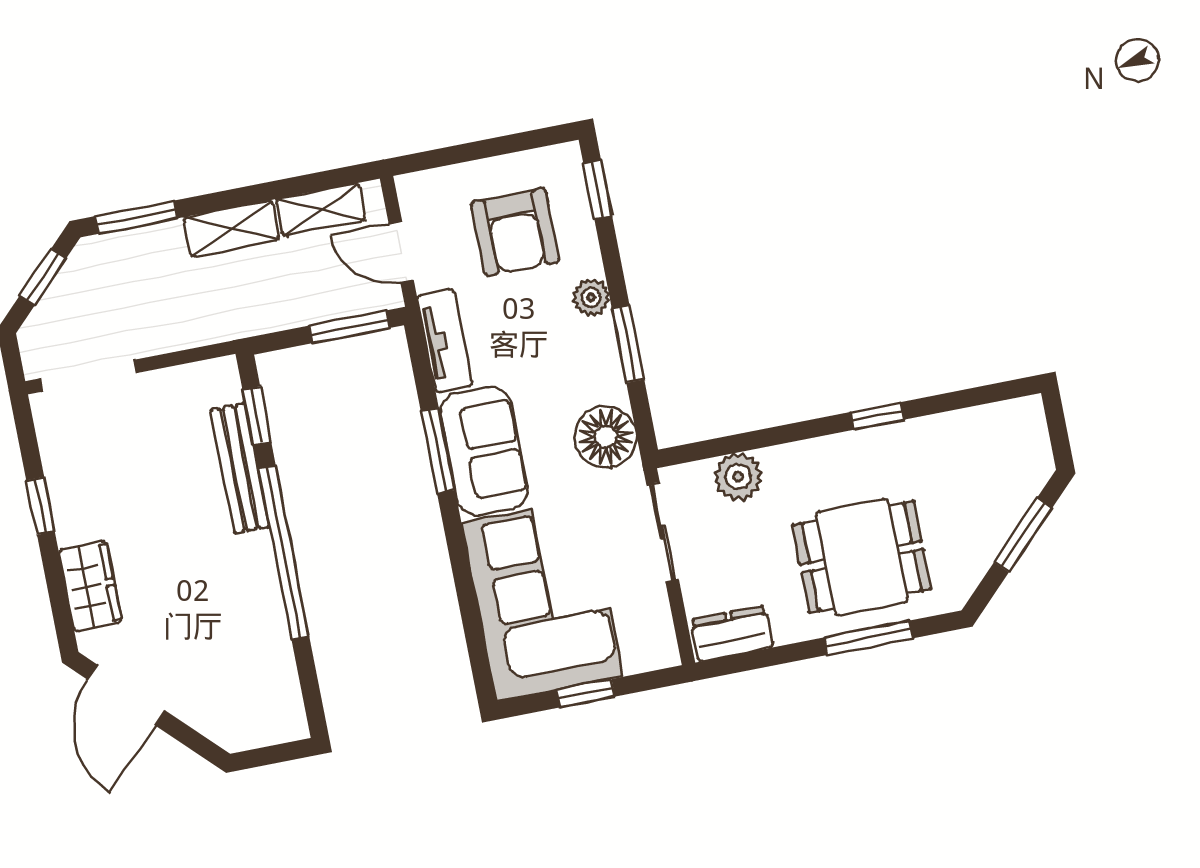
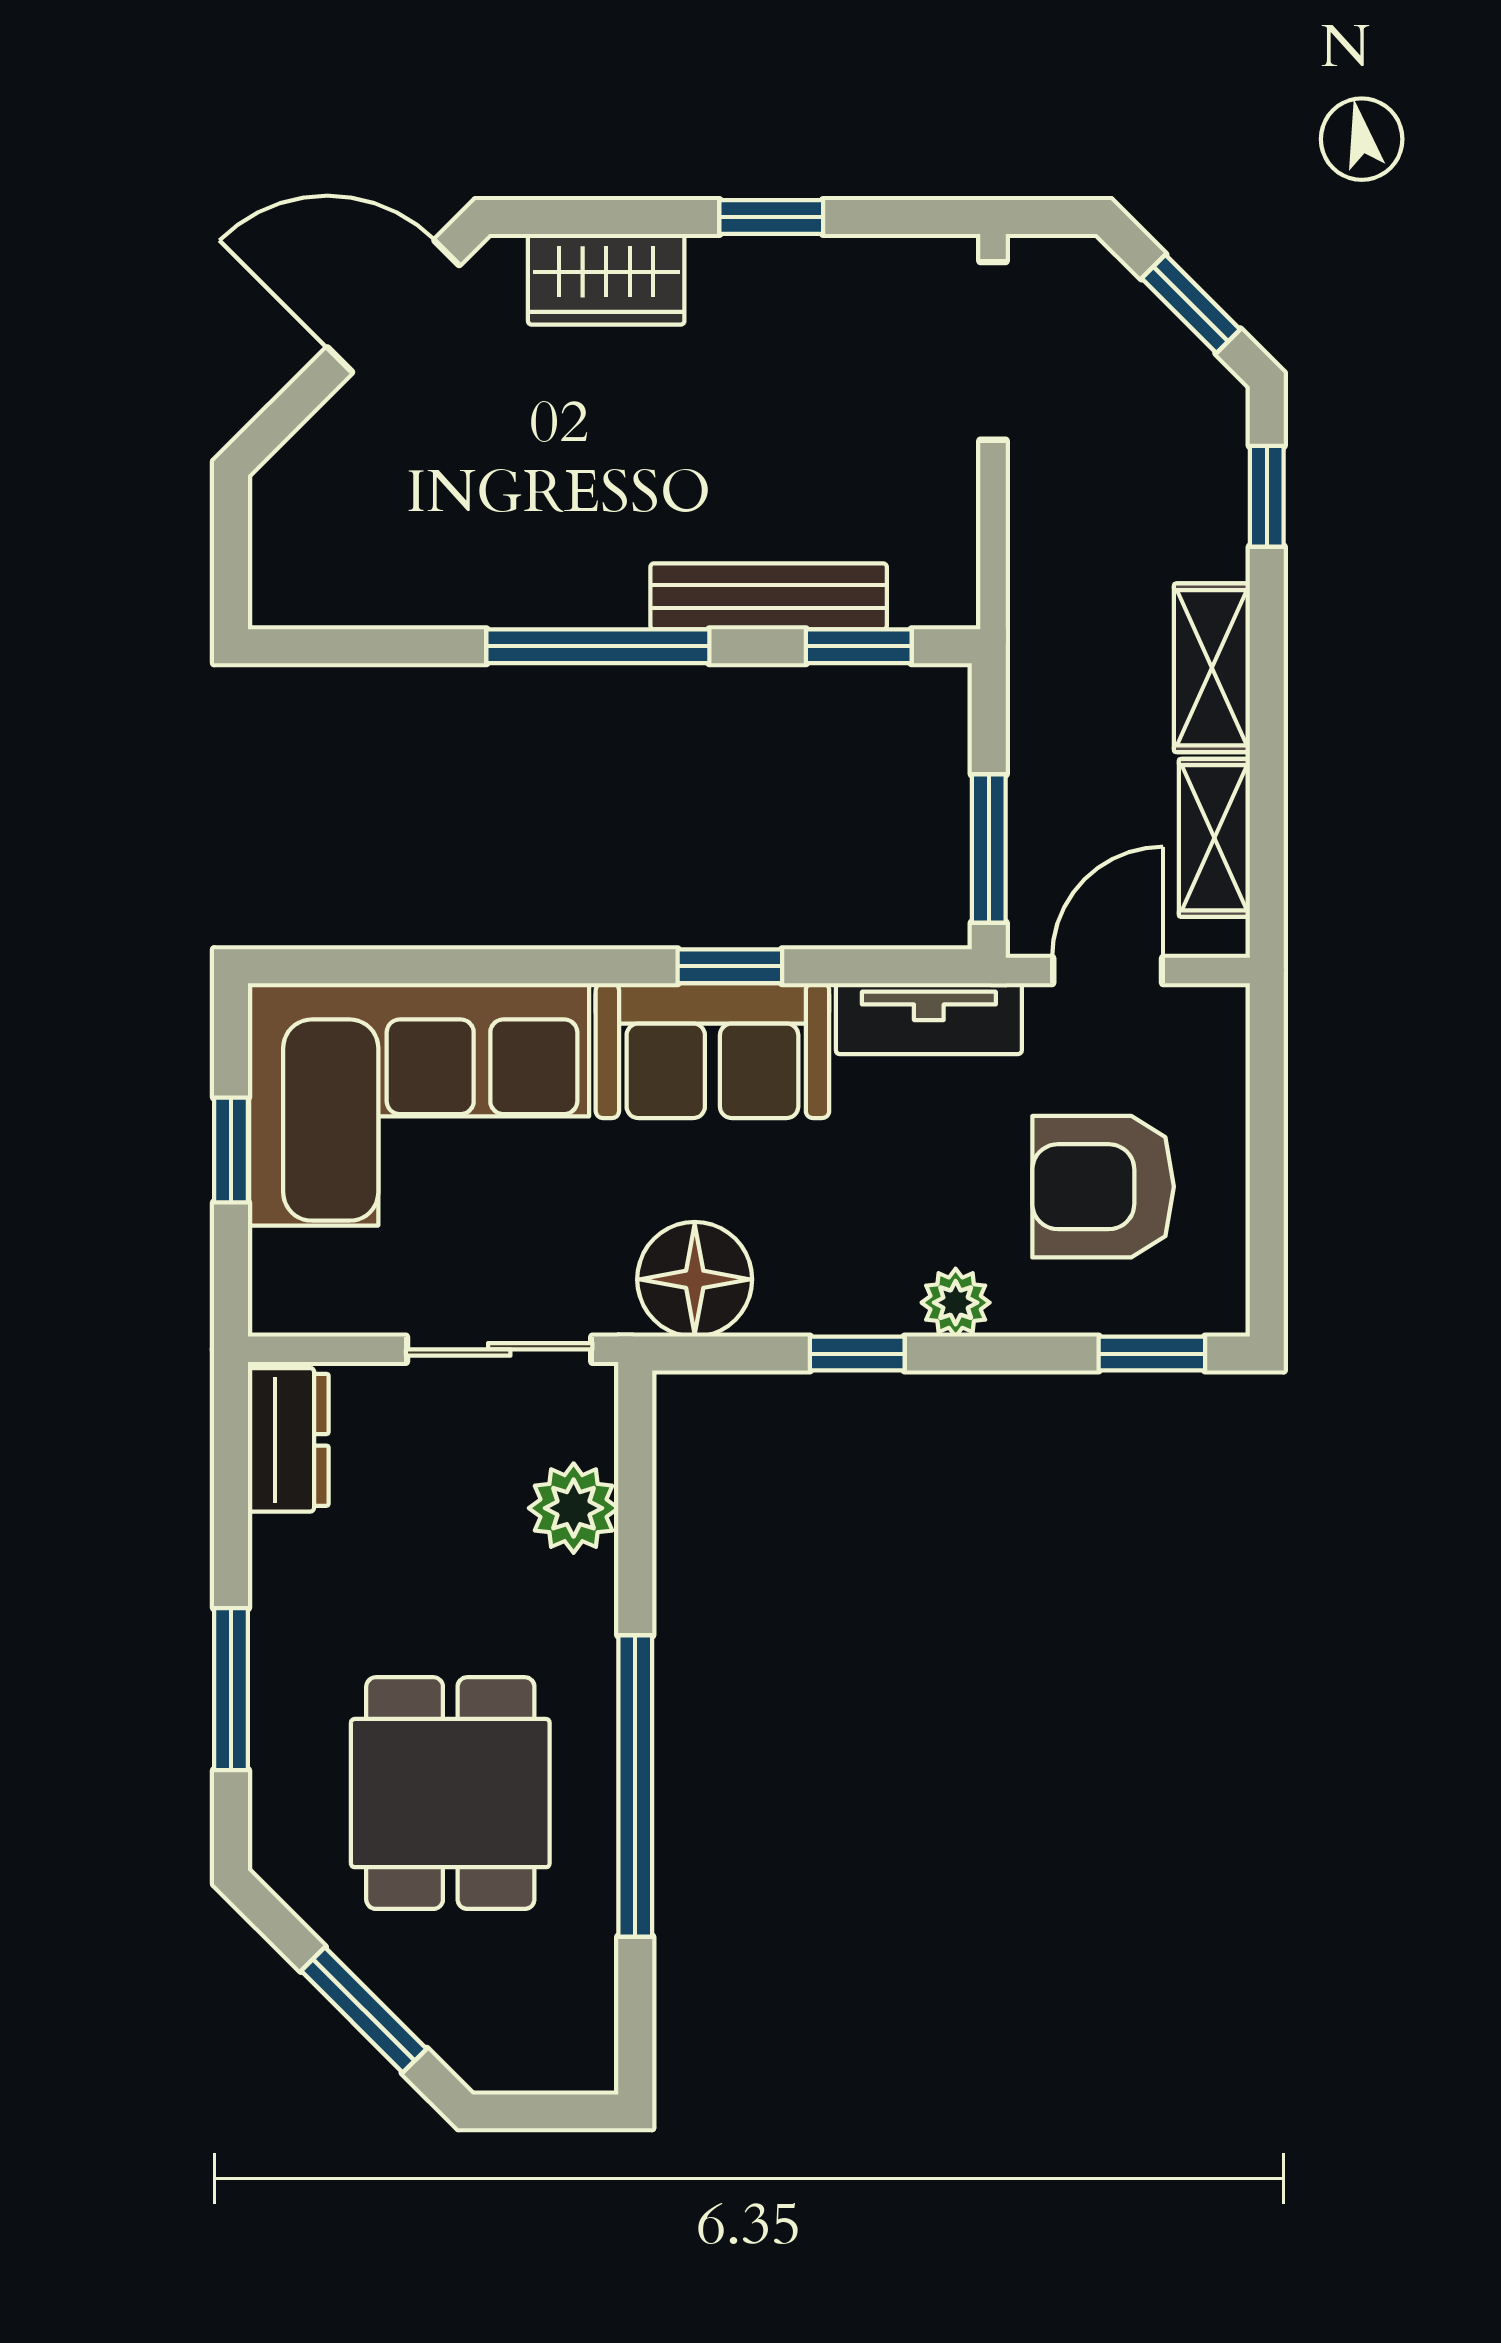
window: (136, 217) -> (1267, 496), width x0.67
window: (628, 344) -> (857, 1354), width x0.67
window: (878, 416) -> (635, 1786), width x3.17
window: (438, 450) -> (730, 966), width x0.67
window: (284, 553) -> (598, 646), width x0.68
dining table: (862, 557) -> (450, 1793), moved

